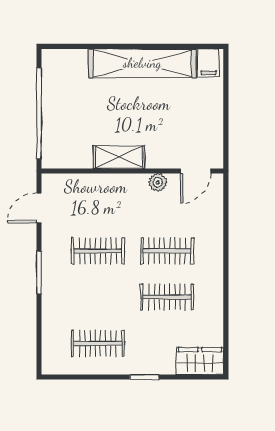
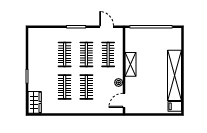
door: (196, 171) -> (124, 100), hinge flipped
clothes rail: (98, 205) -> (108, 54), added
clothes rail: (98, 343) -> (65, 54), moved

